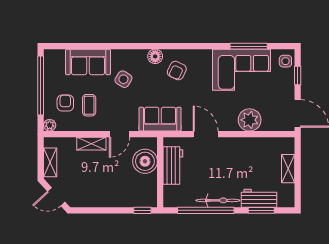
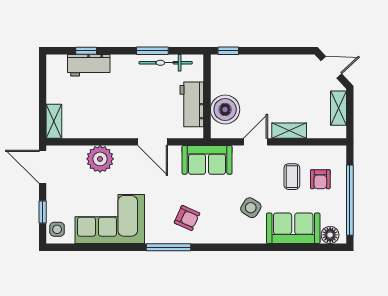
window: (249, 46) -> (168, 247), moved
floor lamp: (155, 56) -> (330, 235), moved
armchair: (177, 71) -> (187, 218), turned 88
plant: (50, 125) -> (339, 153), removed
shelving: (288, 169) -> (54, 121), moved
bicycle: (218, 200) -> (166, 63), moved
window: (206, 210) -> (152, 51), width x0.47
window: (261, 210) -> (86, 51), width x0.67

